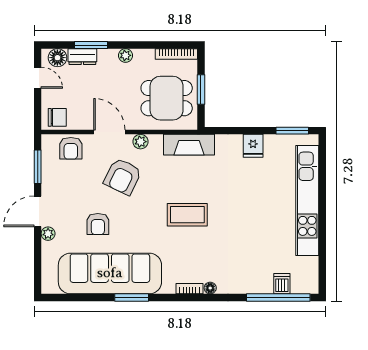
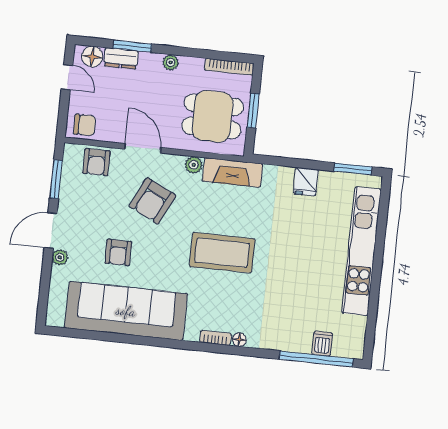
plant: (140, 142) -> (194, 165), moved
coffee table: (187, 215) -> (222, 253), width x1.36, depth x1.32
window: (132, 298) -> (148, 341), removed

